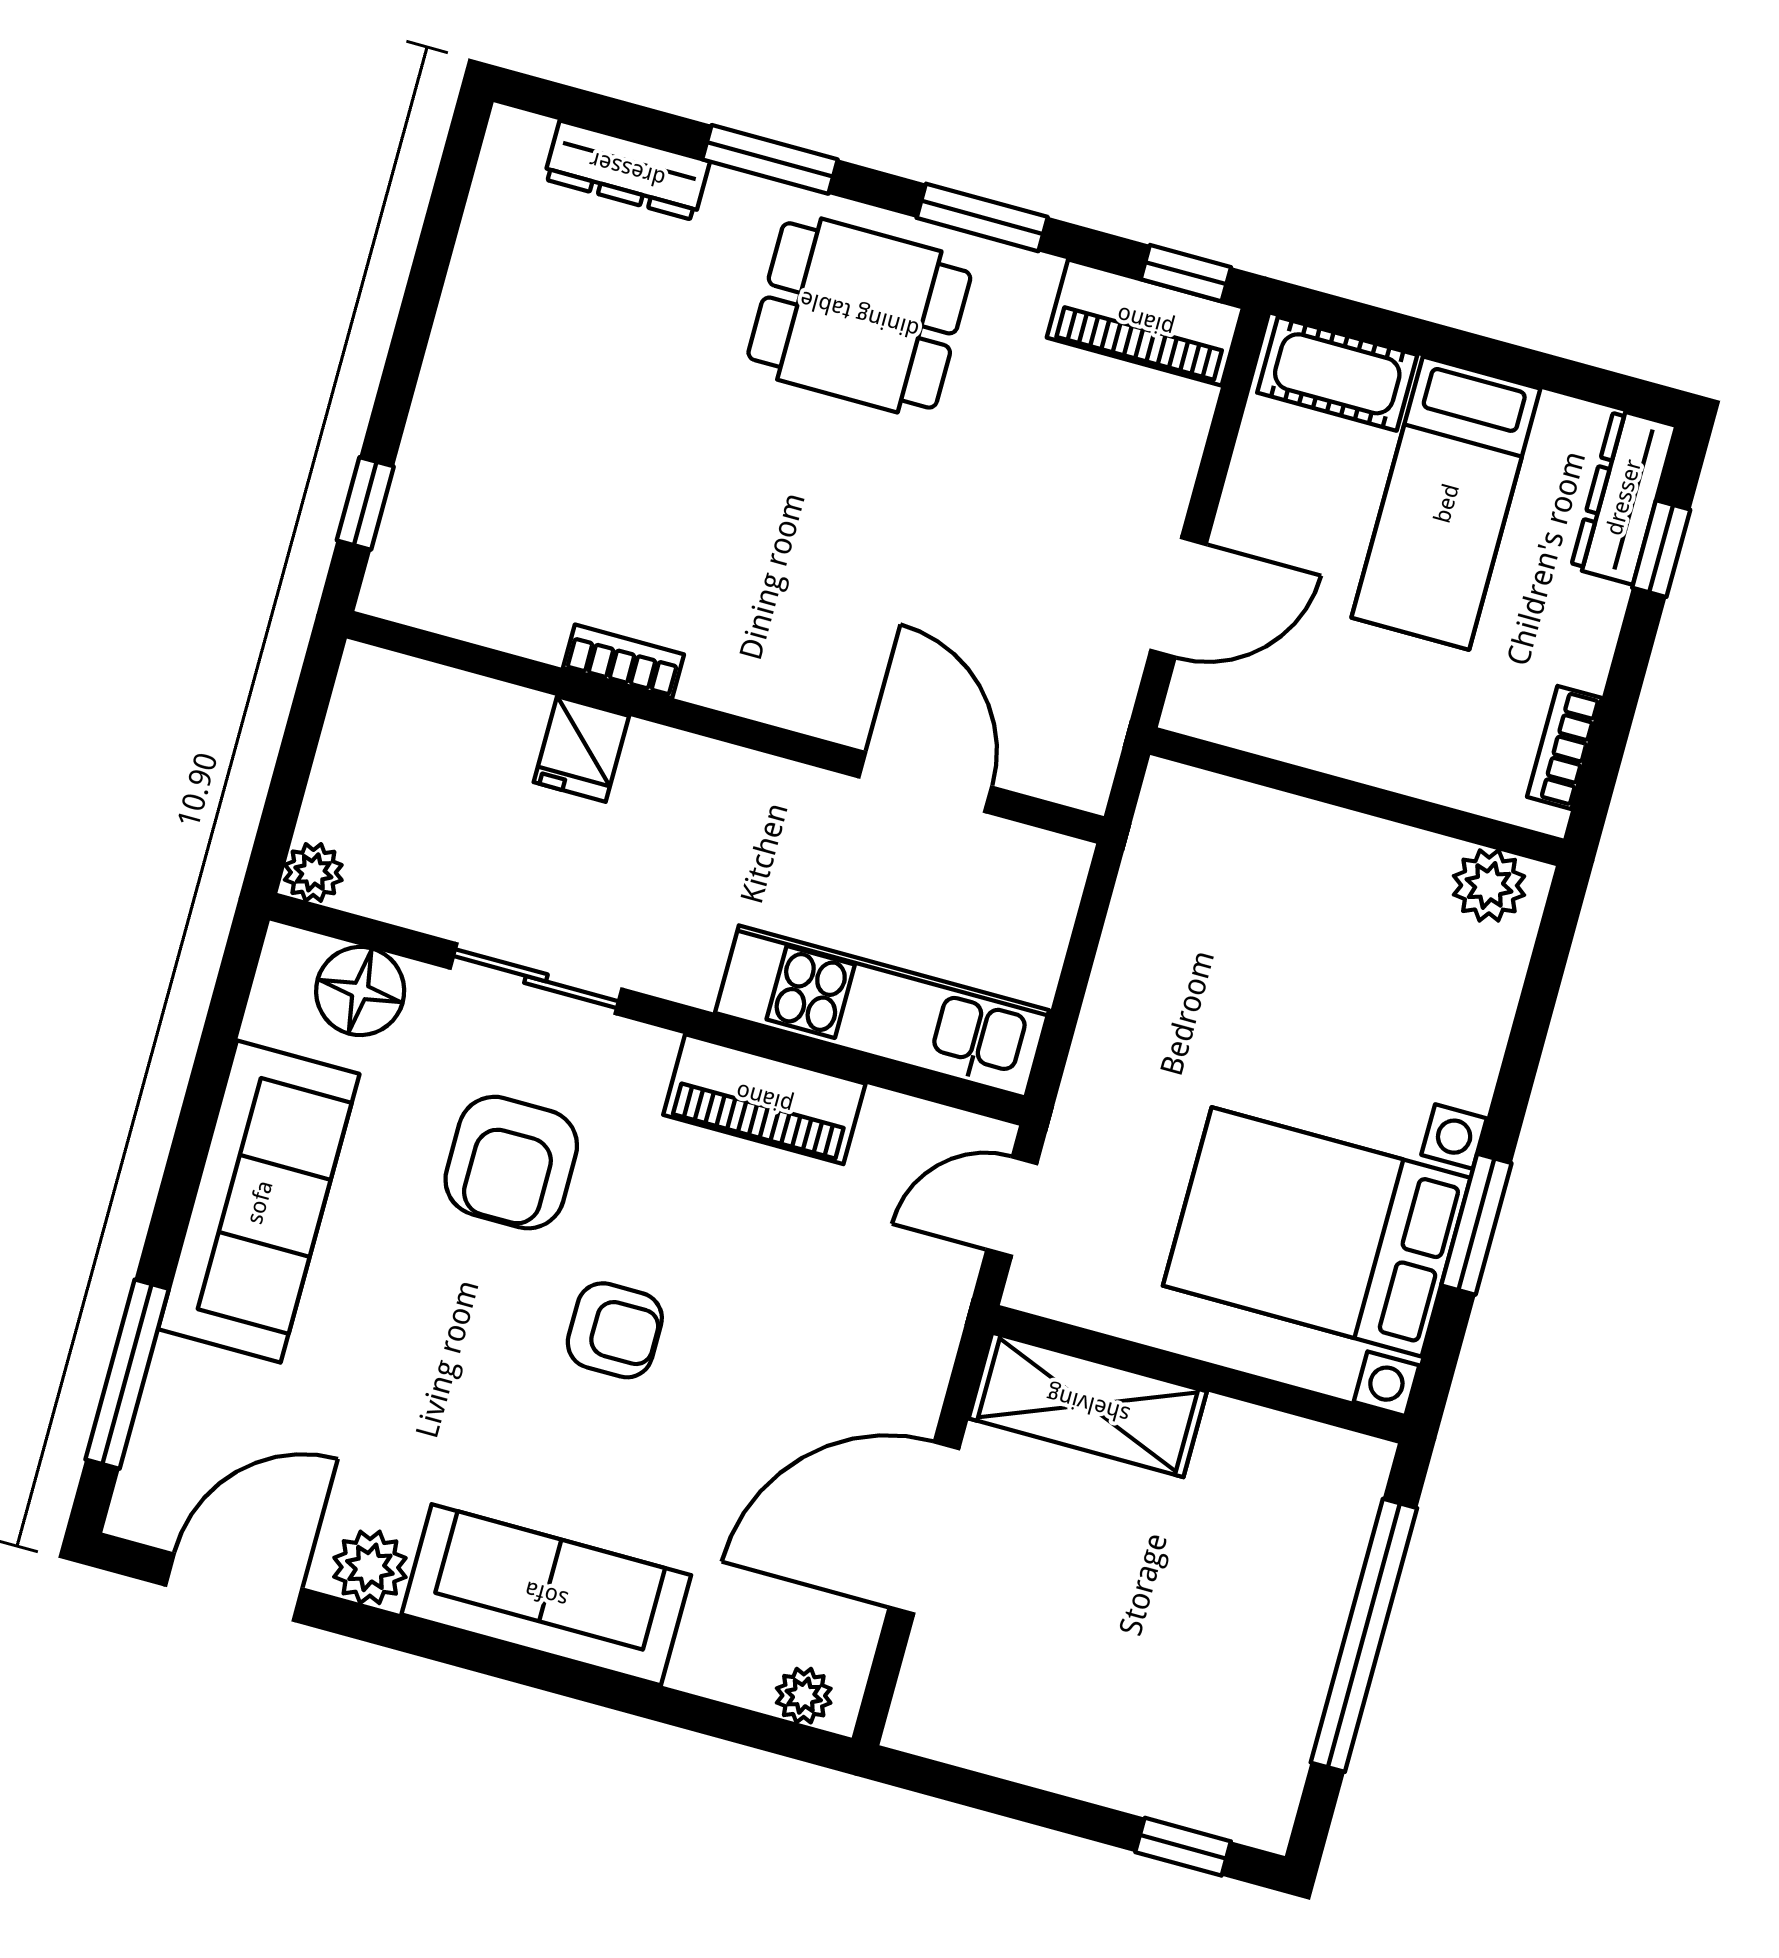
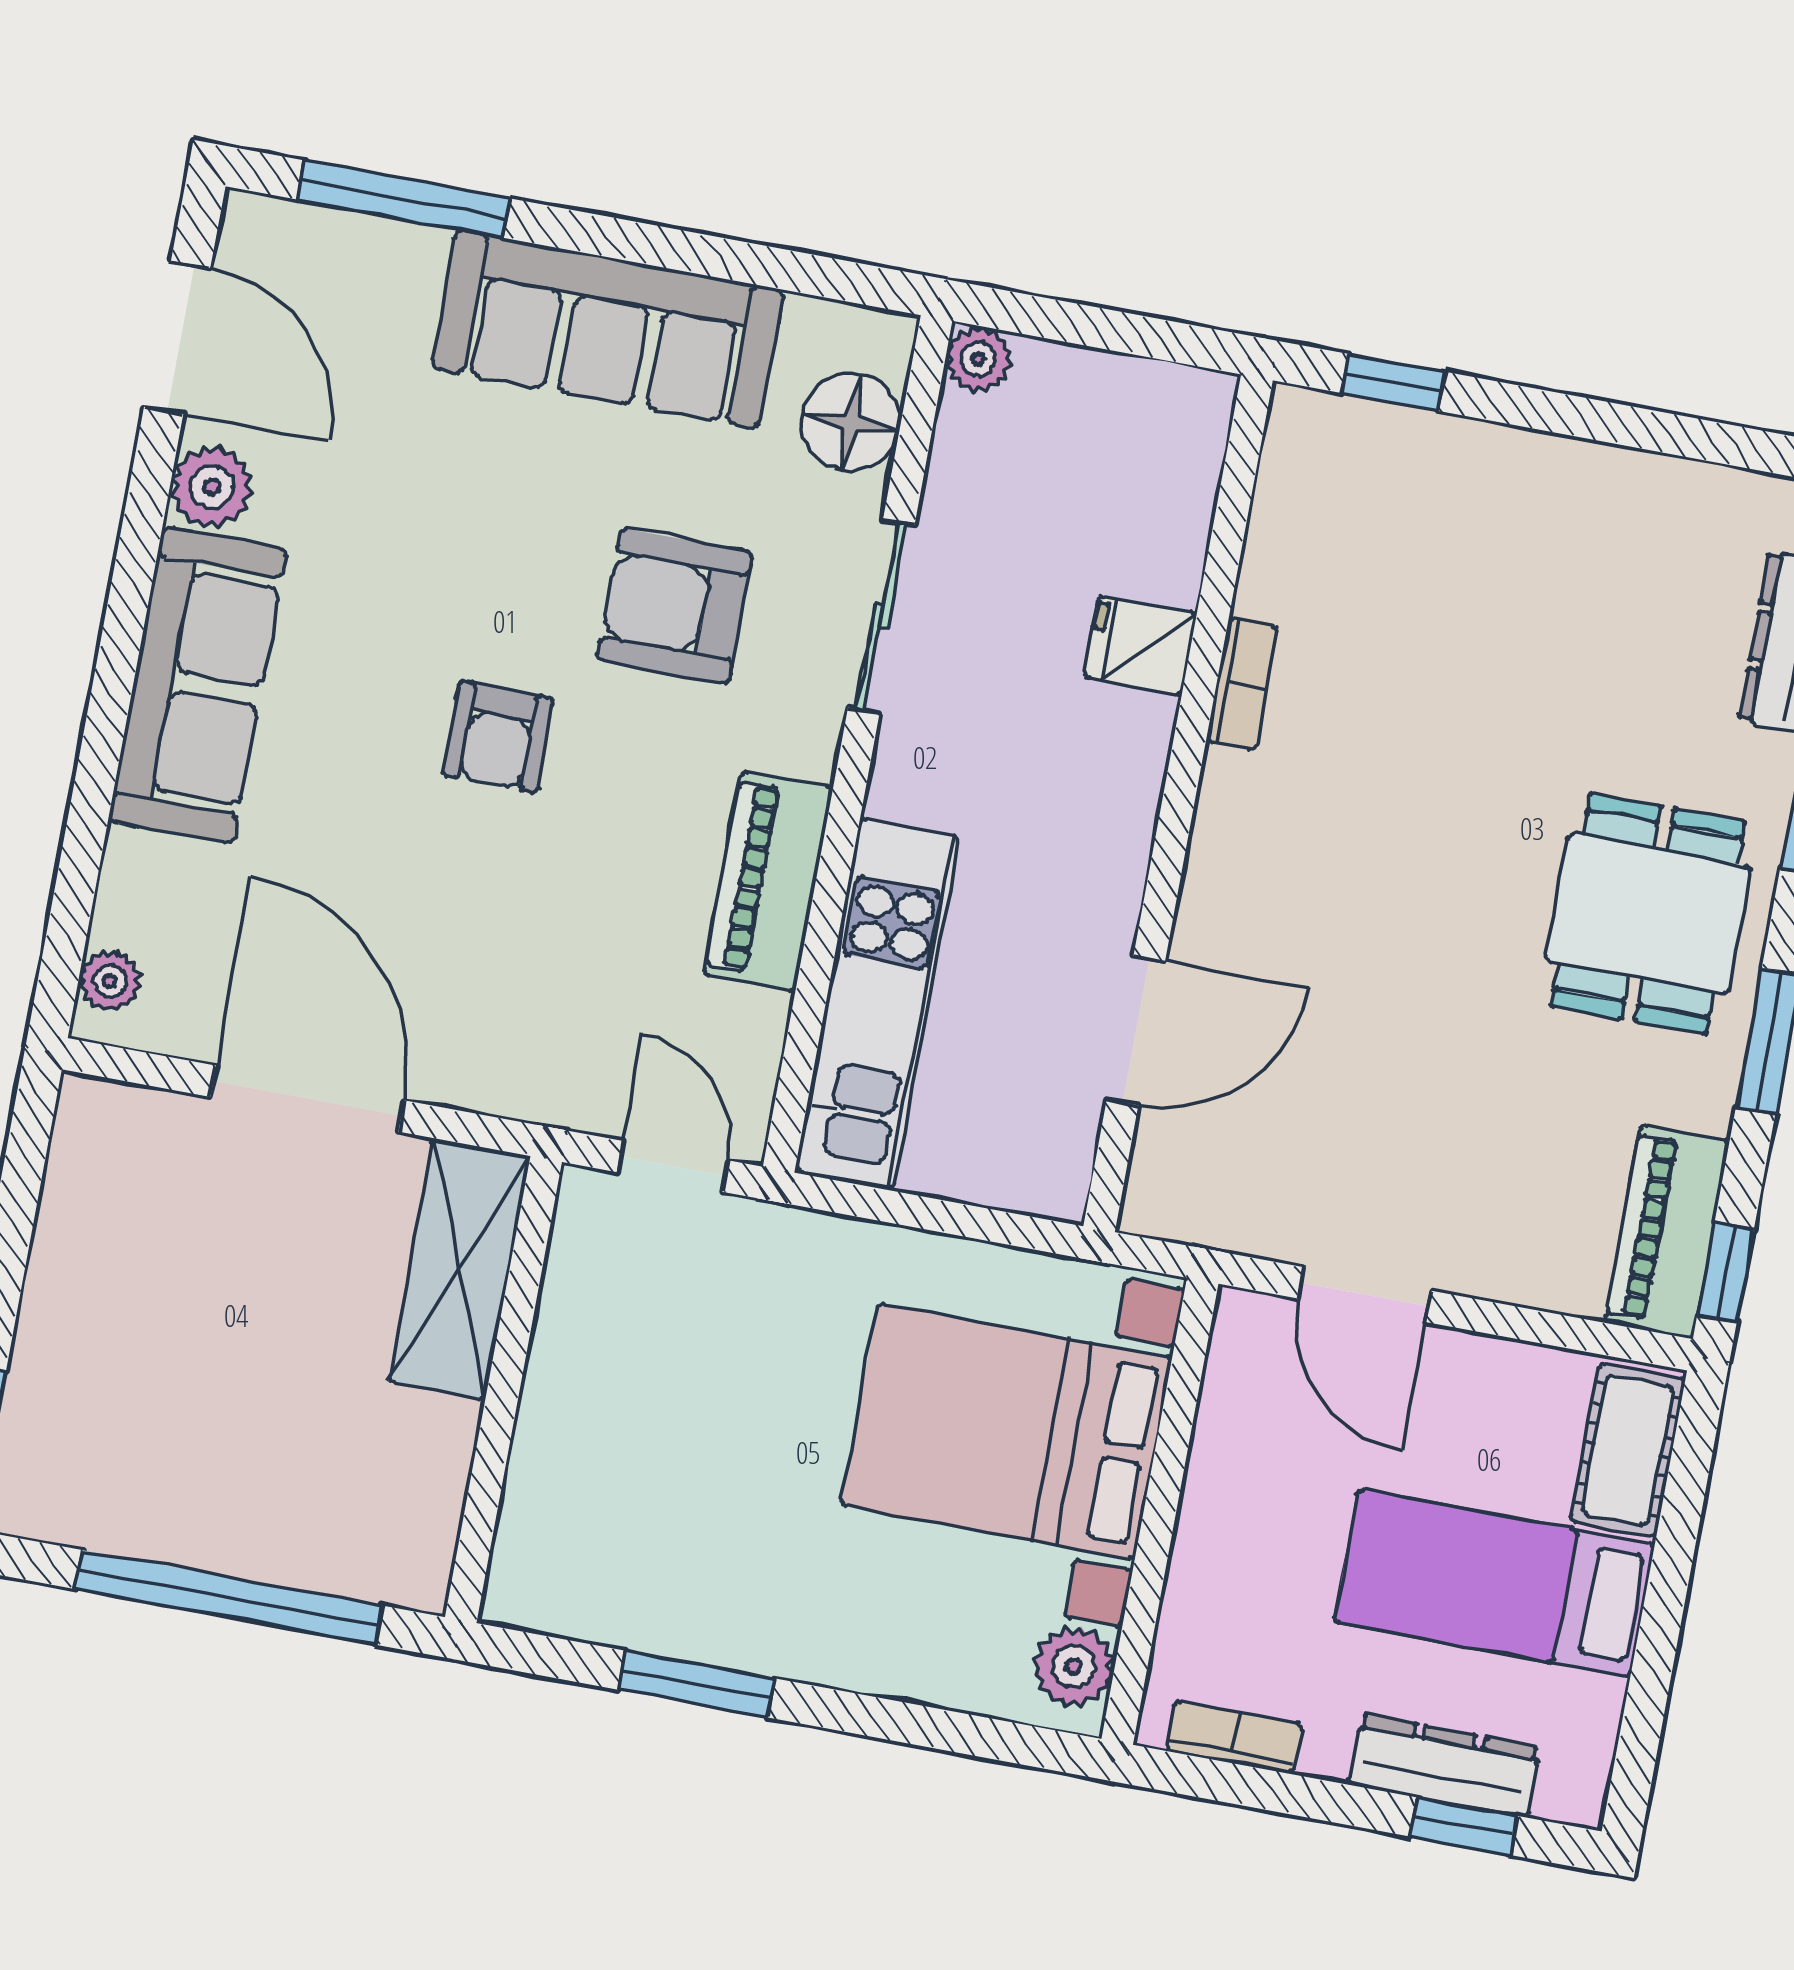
dresser: (1623, 497) -> (1444, 1766), moved
bed with nightstands: (1317, 1232) -> (1006, 1431), moved, turned -90

